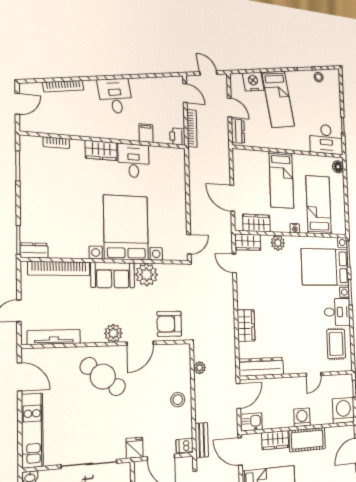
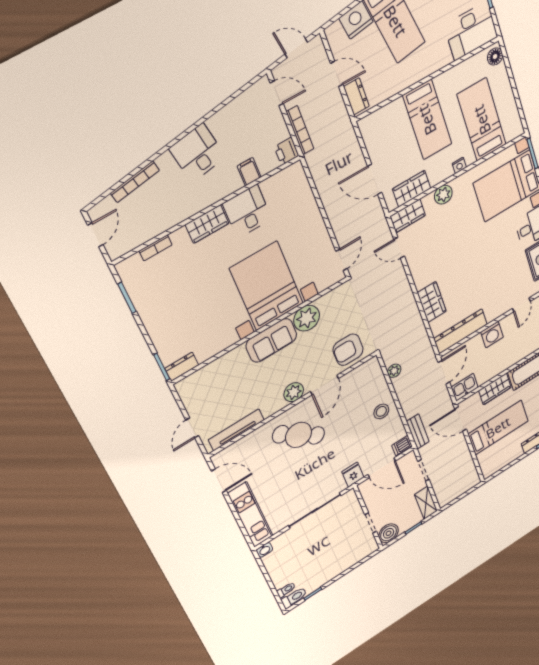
bookcase: (59, 269) -> (214, 368), removed
washing machine: (302, 417) -> (492, 335), moved, turned 180

